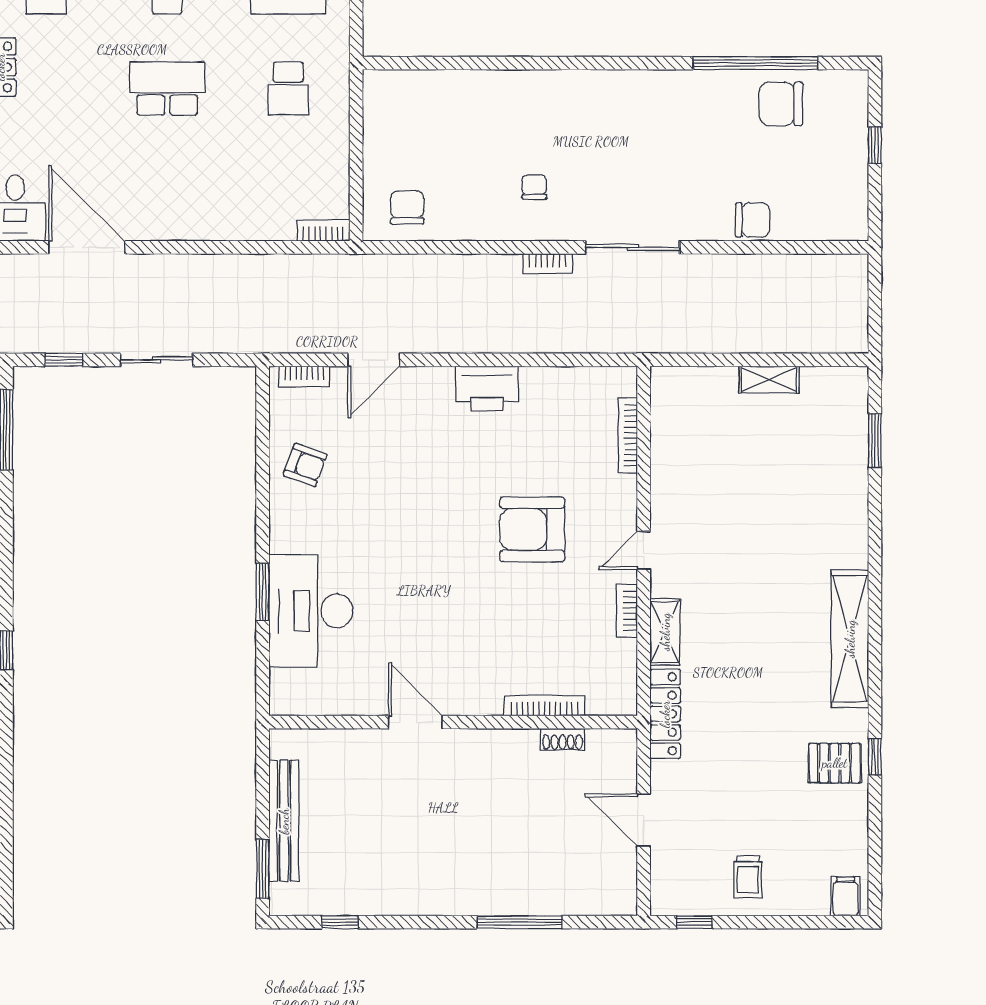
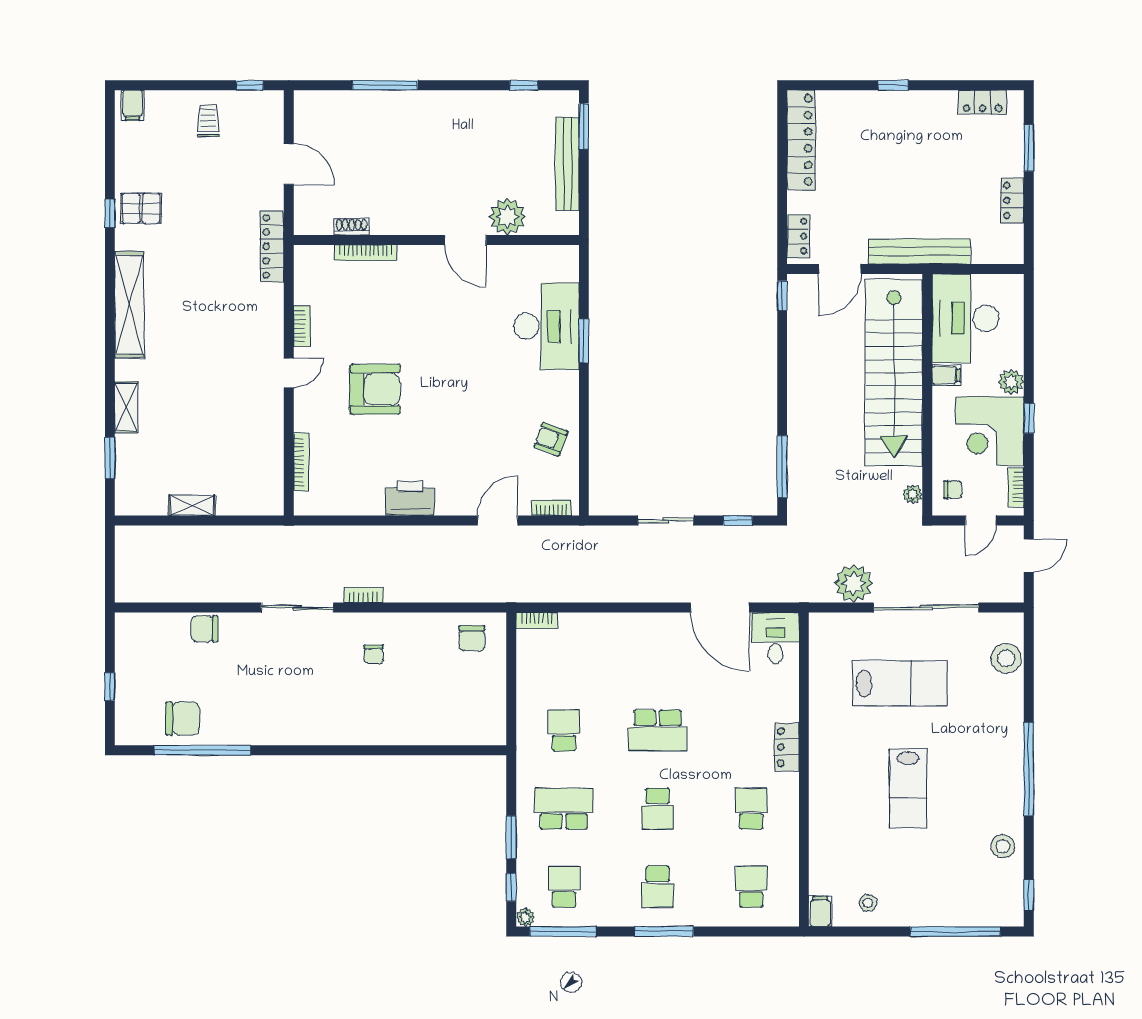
shelving: (665, 632) -> (126, 407), moved
plant: (361, 752) -> (507, 217), added

